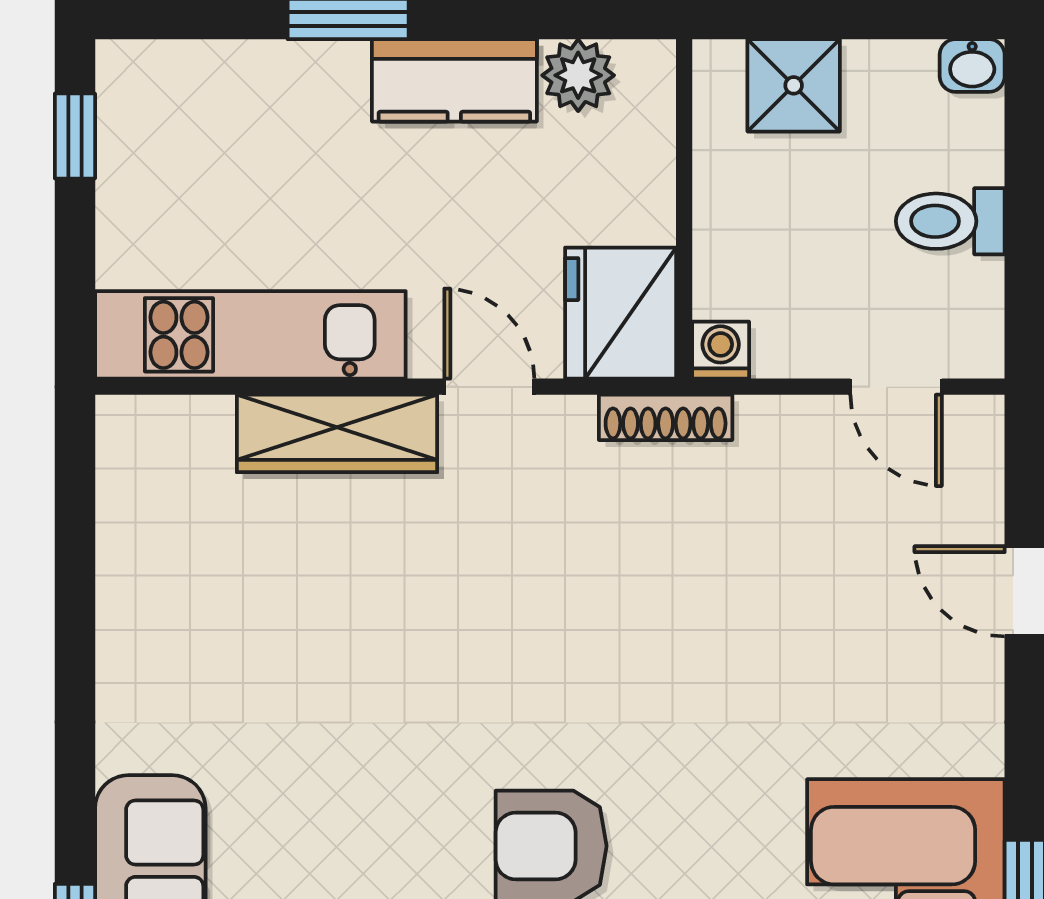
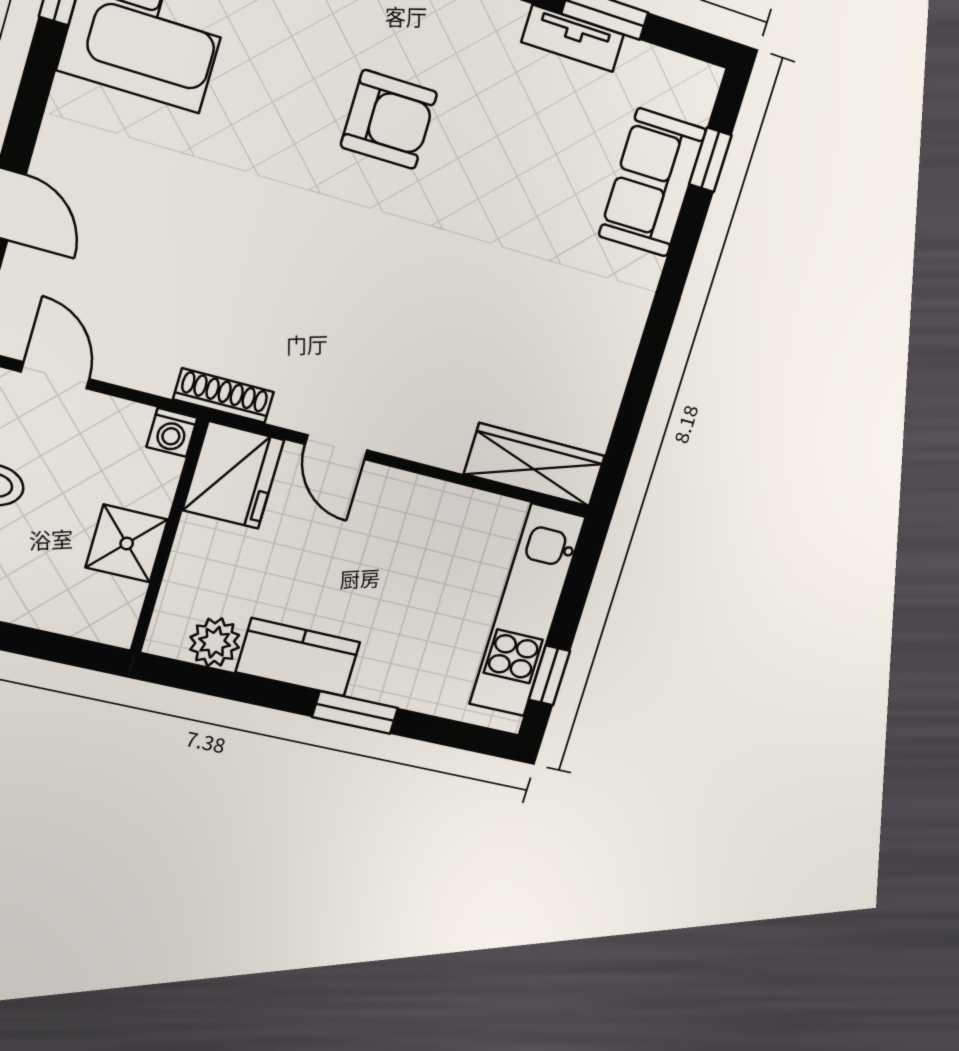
shower: (794, 85) -> (127, 543), moved
kitchen unit: (250, 335) -> (528, 610), moved, turned 90
wardrobe: (337, 433) -> (535, 465), moved

